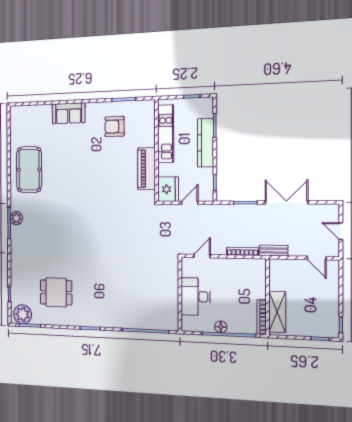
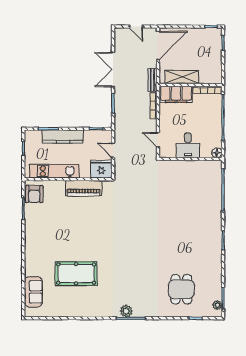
sofa: (69, 113) -> (33, 292), moved
armchair: (115, 126) -> (34, 194), moved
pool table: (29, 170) -> (76, 274), moved
door: (341, 231) -> (136, 27), hinge flipped
door: (317, 258) -> (158, 46), width x1.87
filing cabinet: (256, 279) -> (176, 94), added
dining table: (56, 292) -> (181, 289), moved
desk: (196, 297) -> (188, 145), width x0.73
shelving: (277, 312) -> (182, 77), moved
plant: (23, 314) -> (217, 305), width x0.53, depth x0.53
floor lamp: (221, 327) -> (217, 153), moved

